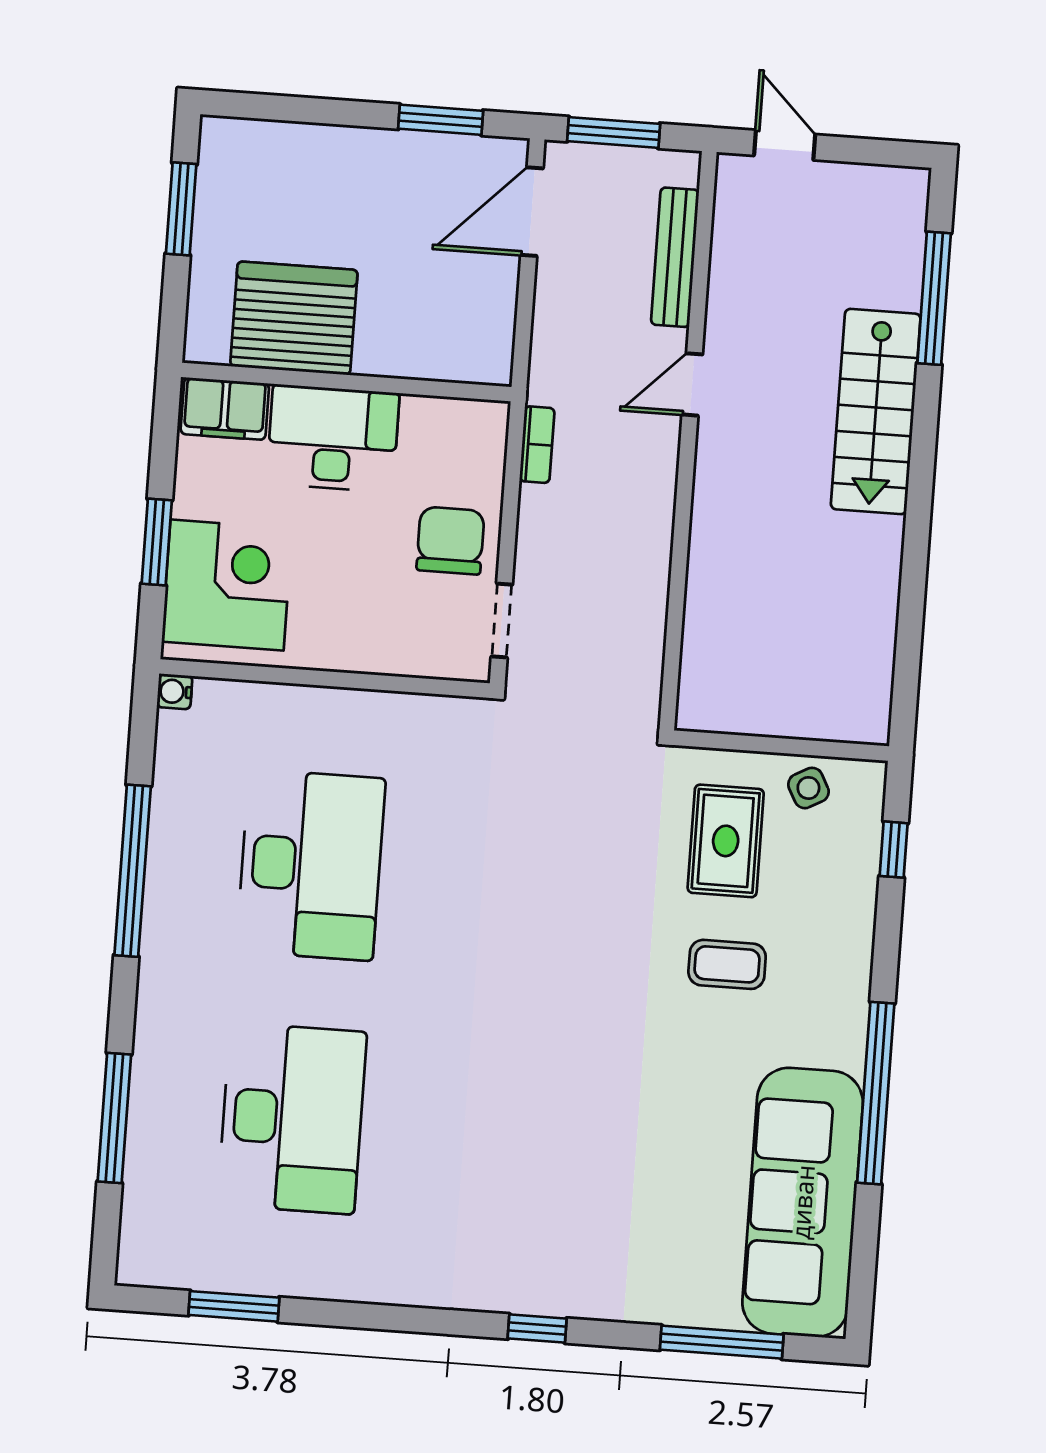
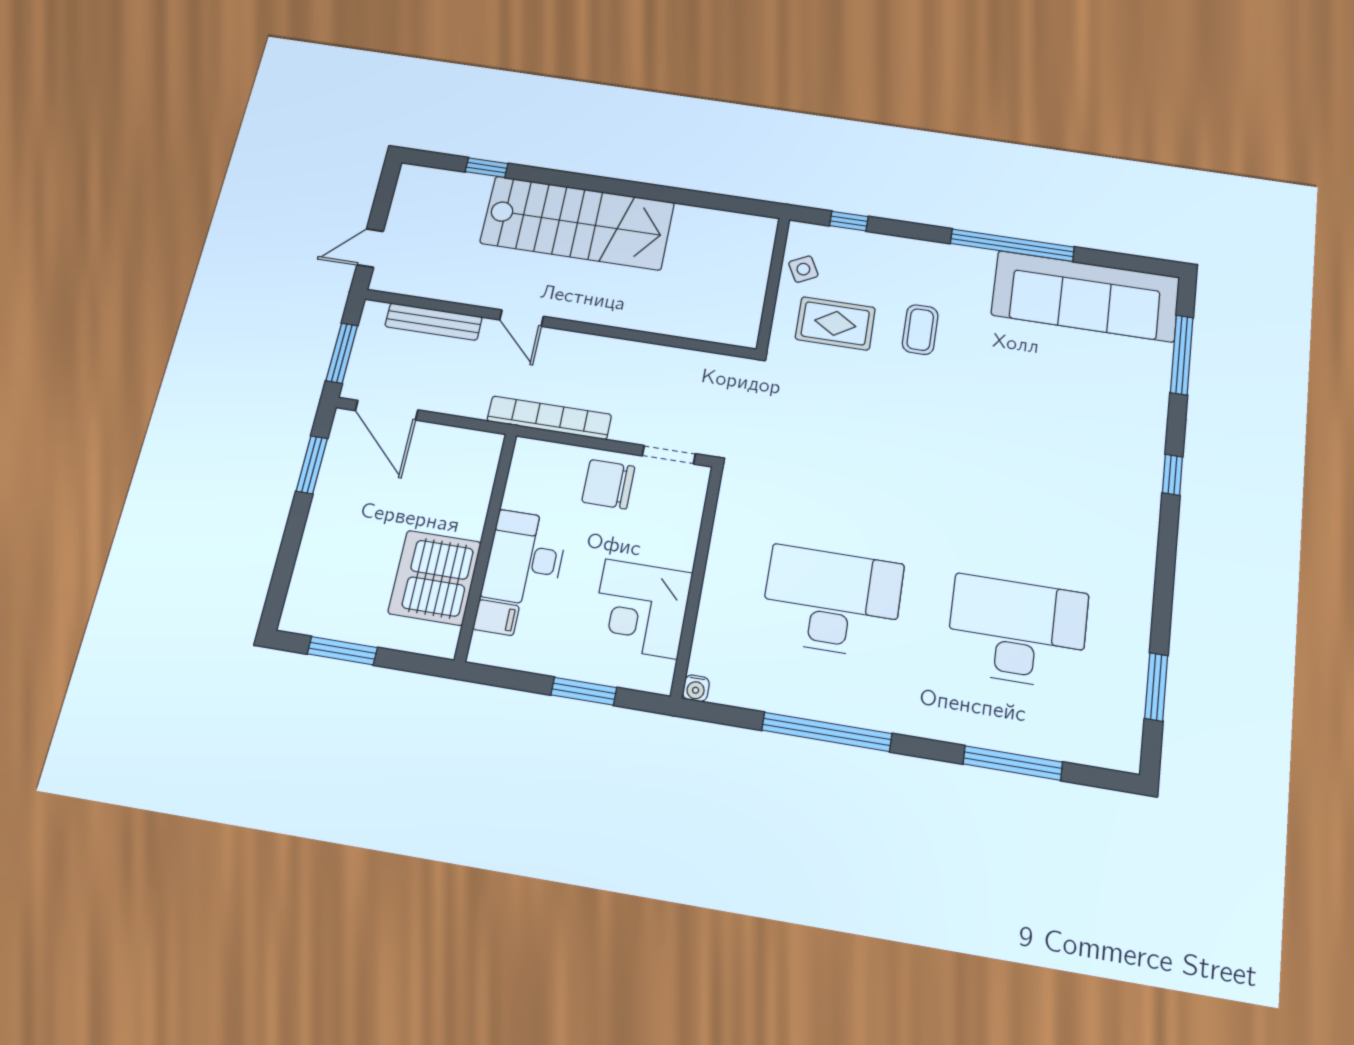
window: (934, 298) -> (487, 168), width x0.46
filing cabinet: (225, 409) -> (496, 618), width x0.50
stairs: (876, 412) -> (577, 223), width x1.36, depth x1.51
bookcase: (537, 445) -> (549, 418), width x2.31, depth x1.31
corner desk: (227, 585) -> (641, 609), moved, turned -90

